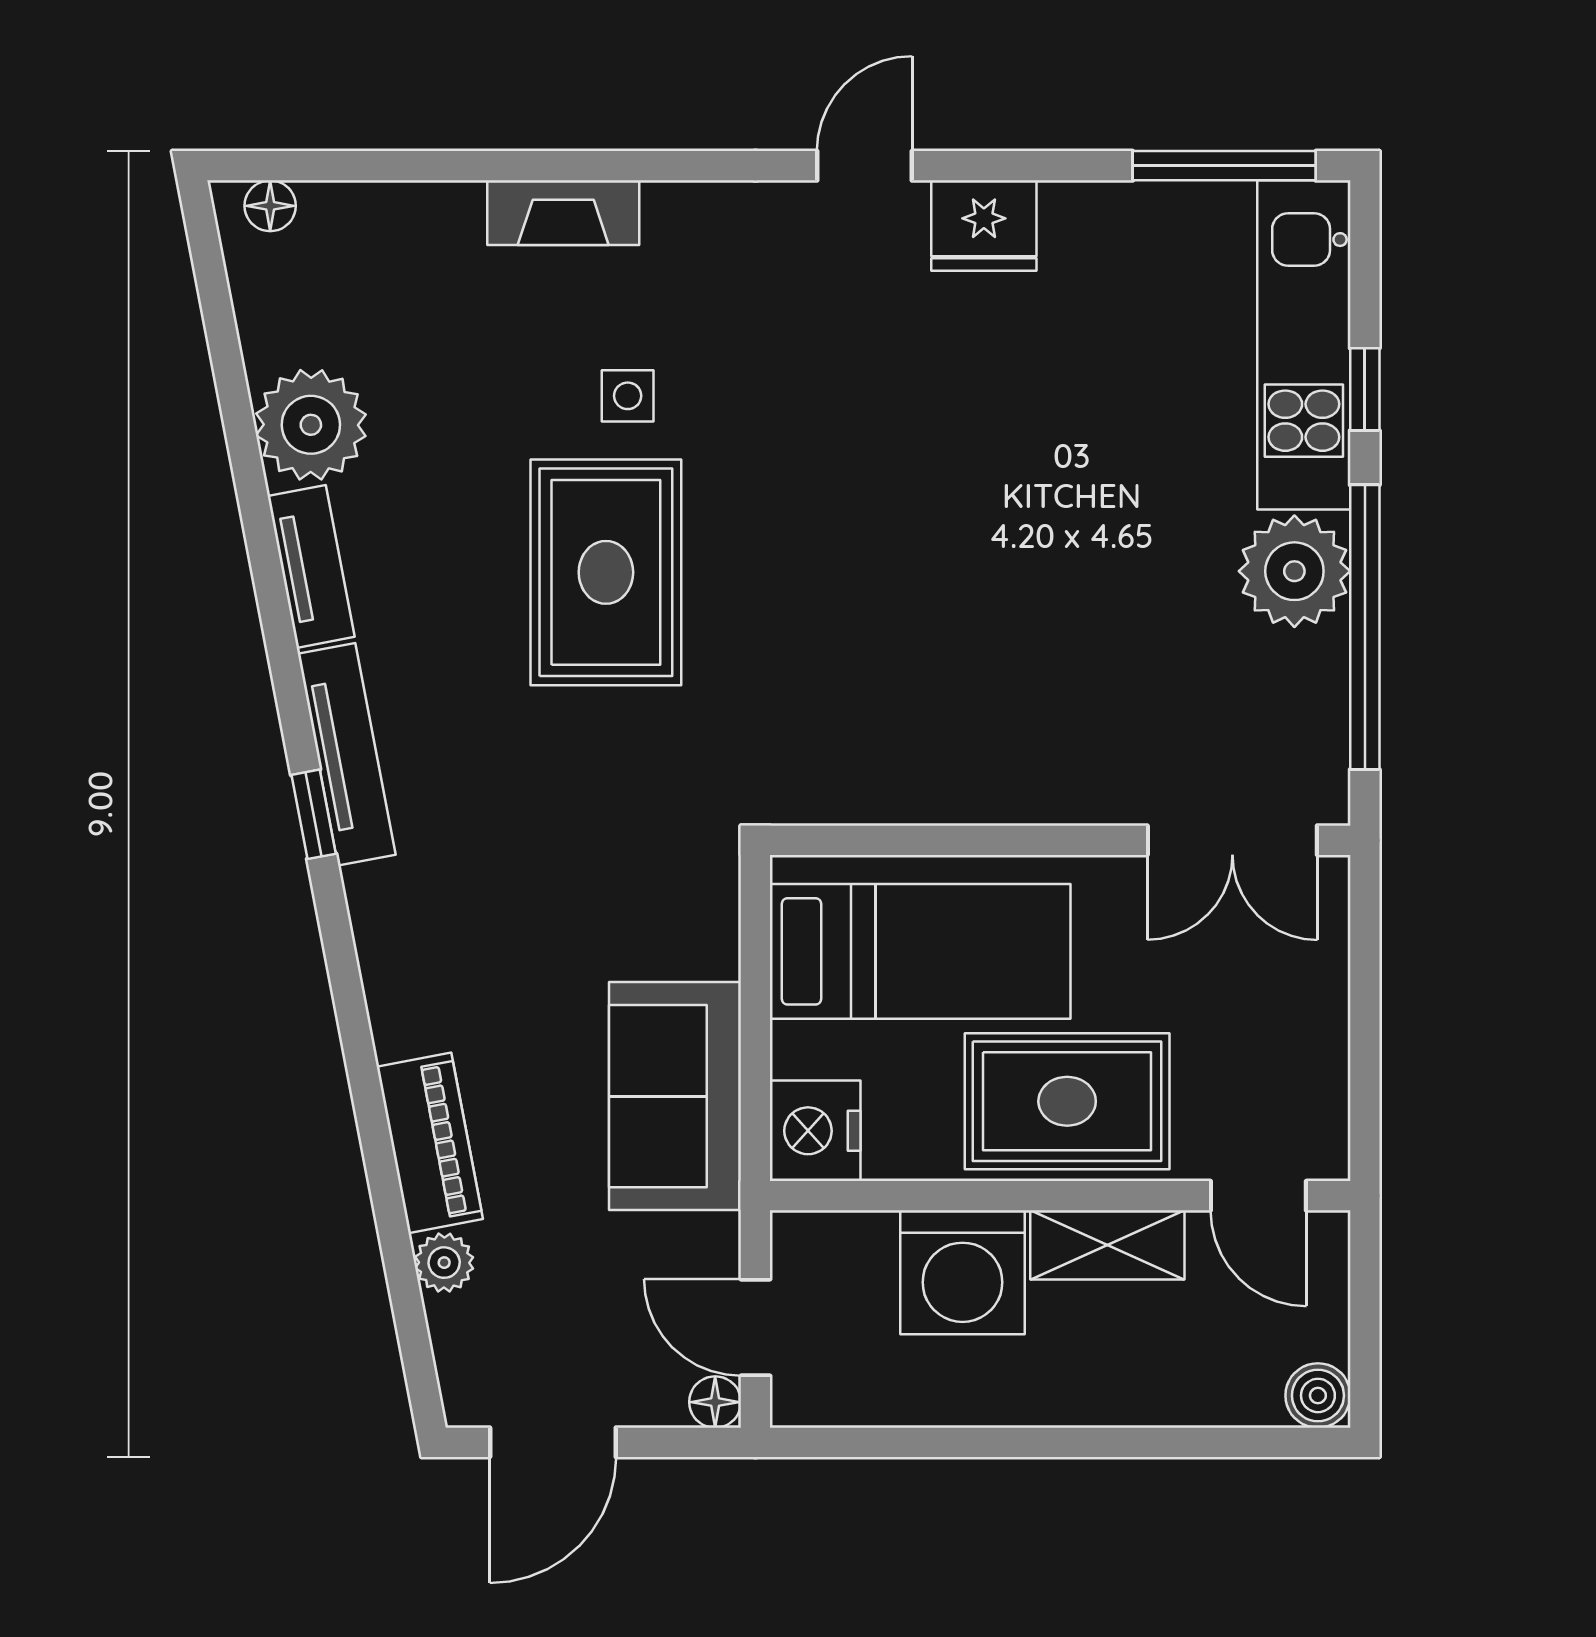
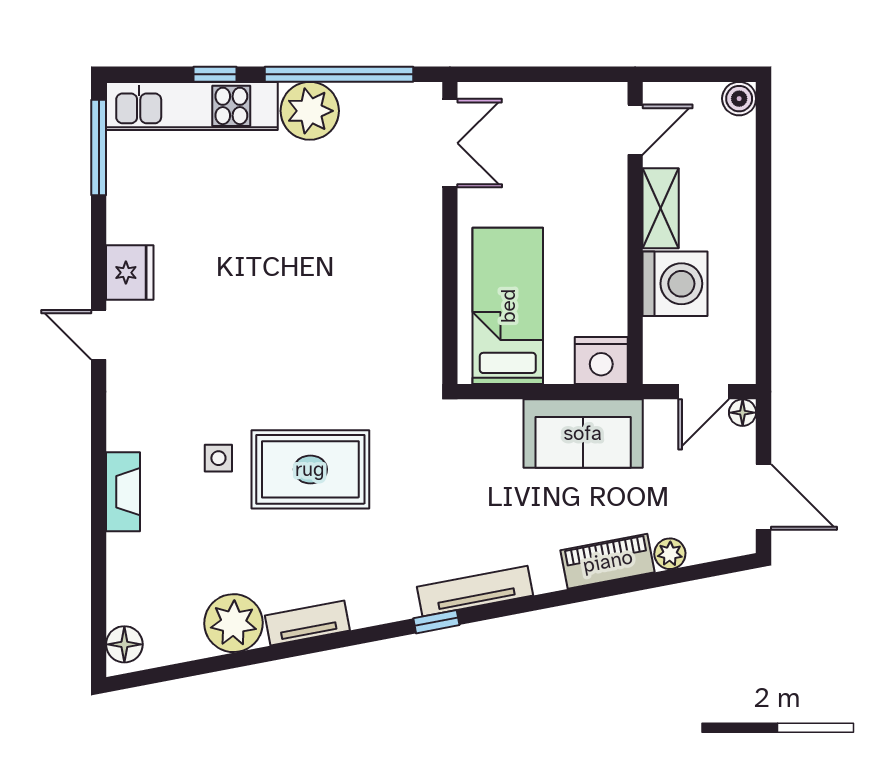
floor lamp: (270, 206) -> (124, 644), width x1.37, depth x1.37
tv unit: (347, 754) -> (475, 591), moved
rug: (1067, 1101) -> (586, 229), removed

